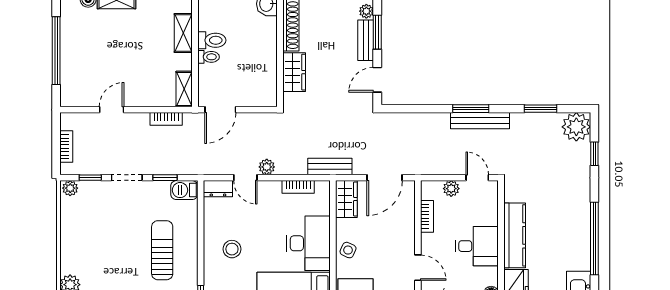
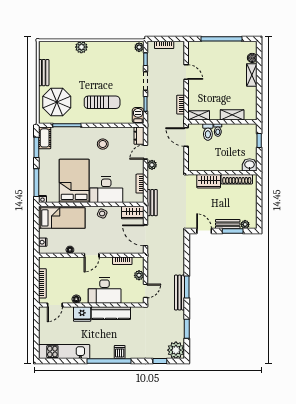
toilet: (212, 40) -> (208, 132), moved
dishwasher: (579, 221) -> (120, 352), added
desk: (477, 246) -> (105, 291), width x1.37

